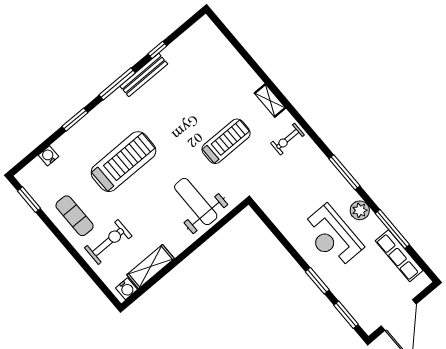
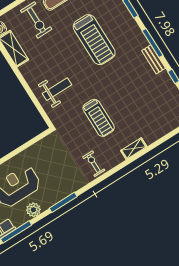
bench: (144, 75) -> (154, 59), width x0.73
shelving: (270, 101) -> (134, 149), moved
weight bench: (196, 202) -> (57, 89), width x0.73, depth x0.75

